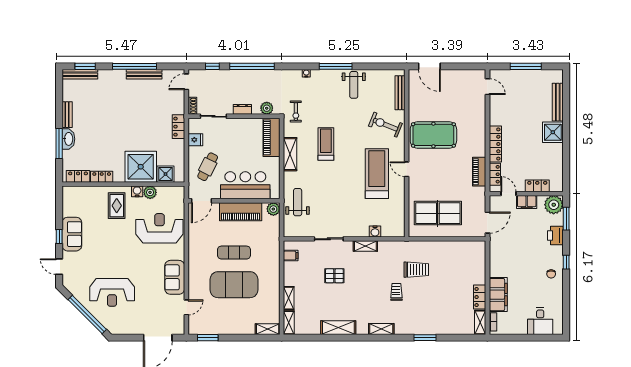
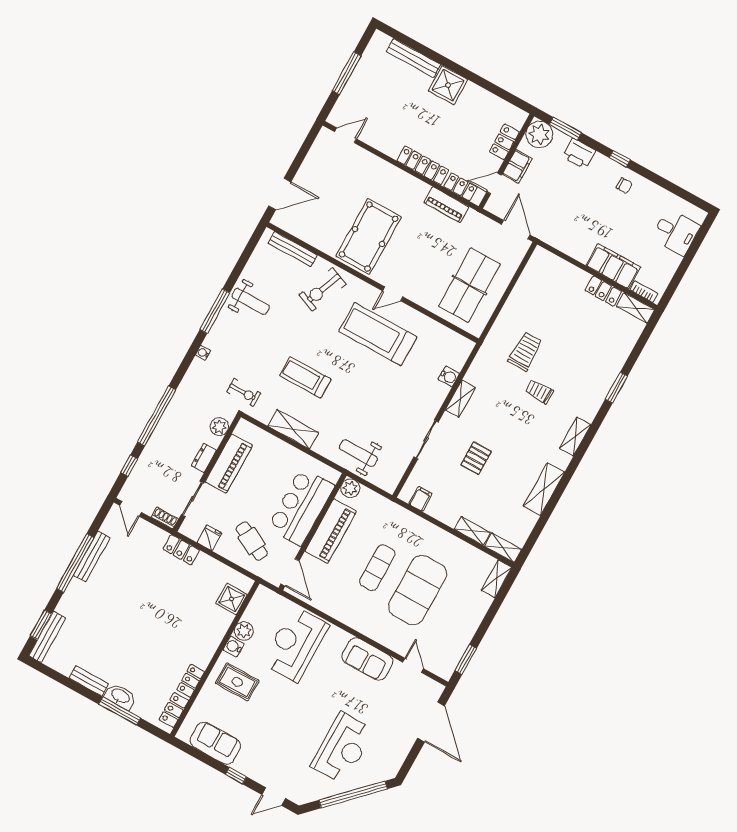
piano: (271, 137) -> (229, 464), moved, turned -90
shower: (141, 167) -> (205, 625), removed
sofa: (72, 234) -> (215, 743), moved

